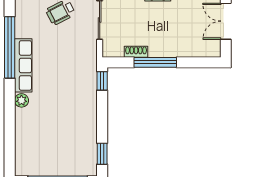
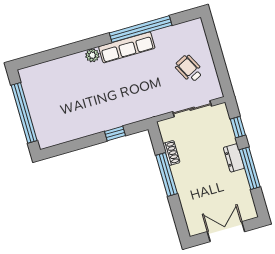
window: (102, 81) -> (115, 134), moved
window: (102, 154) -> (63, 148), removed

